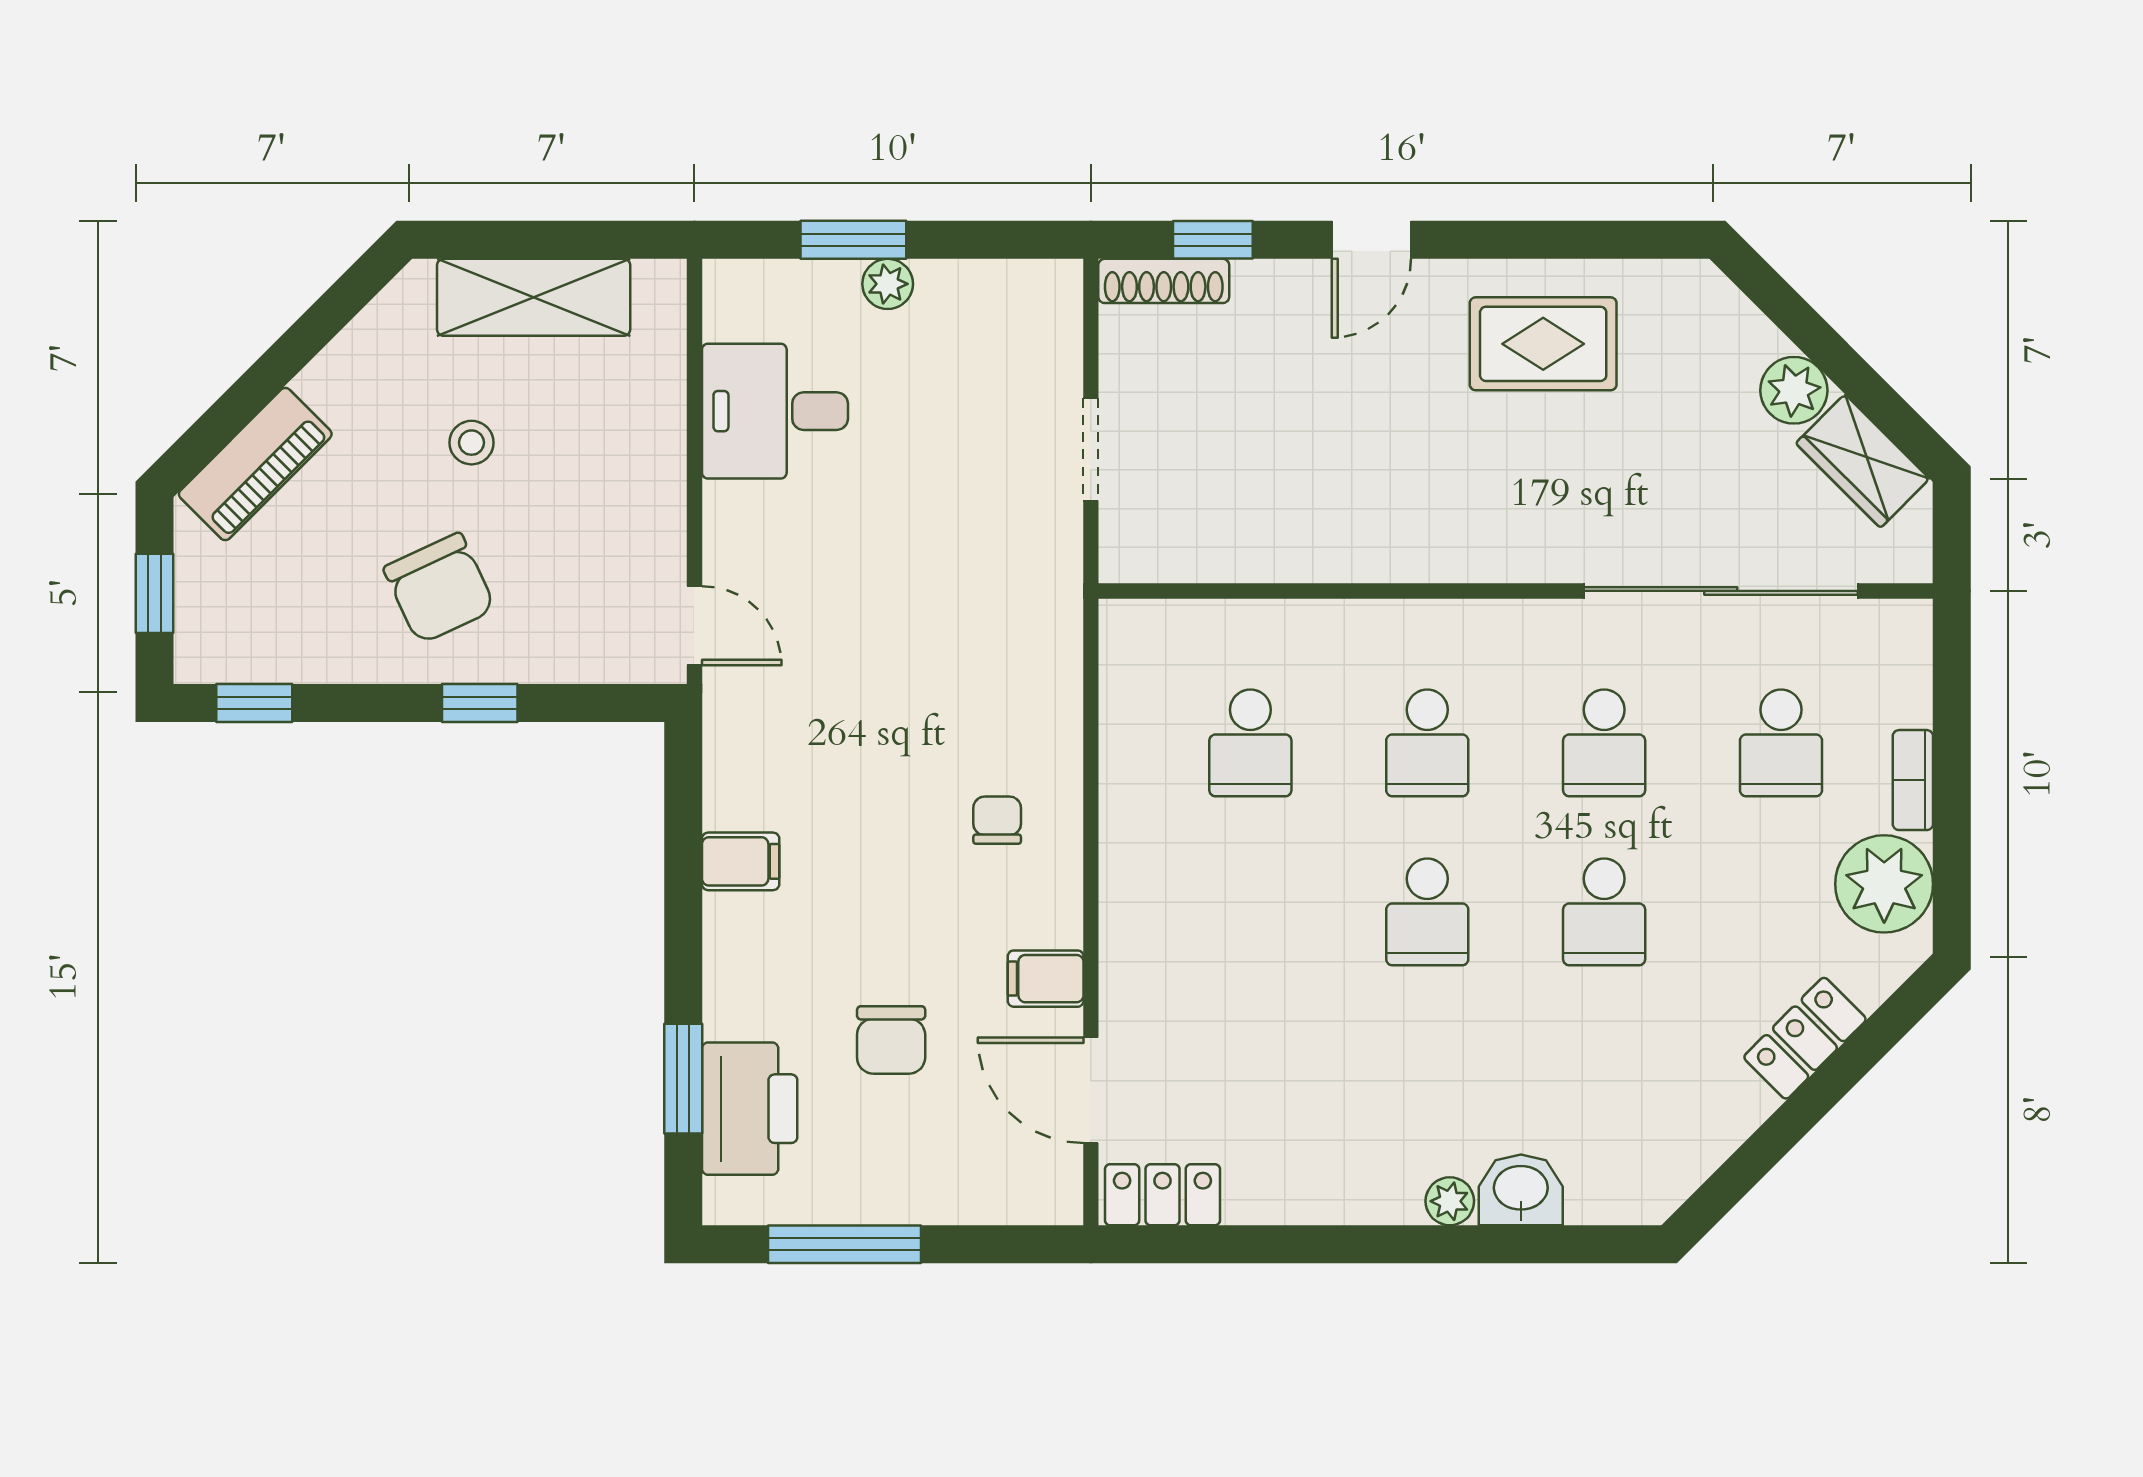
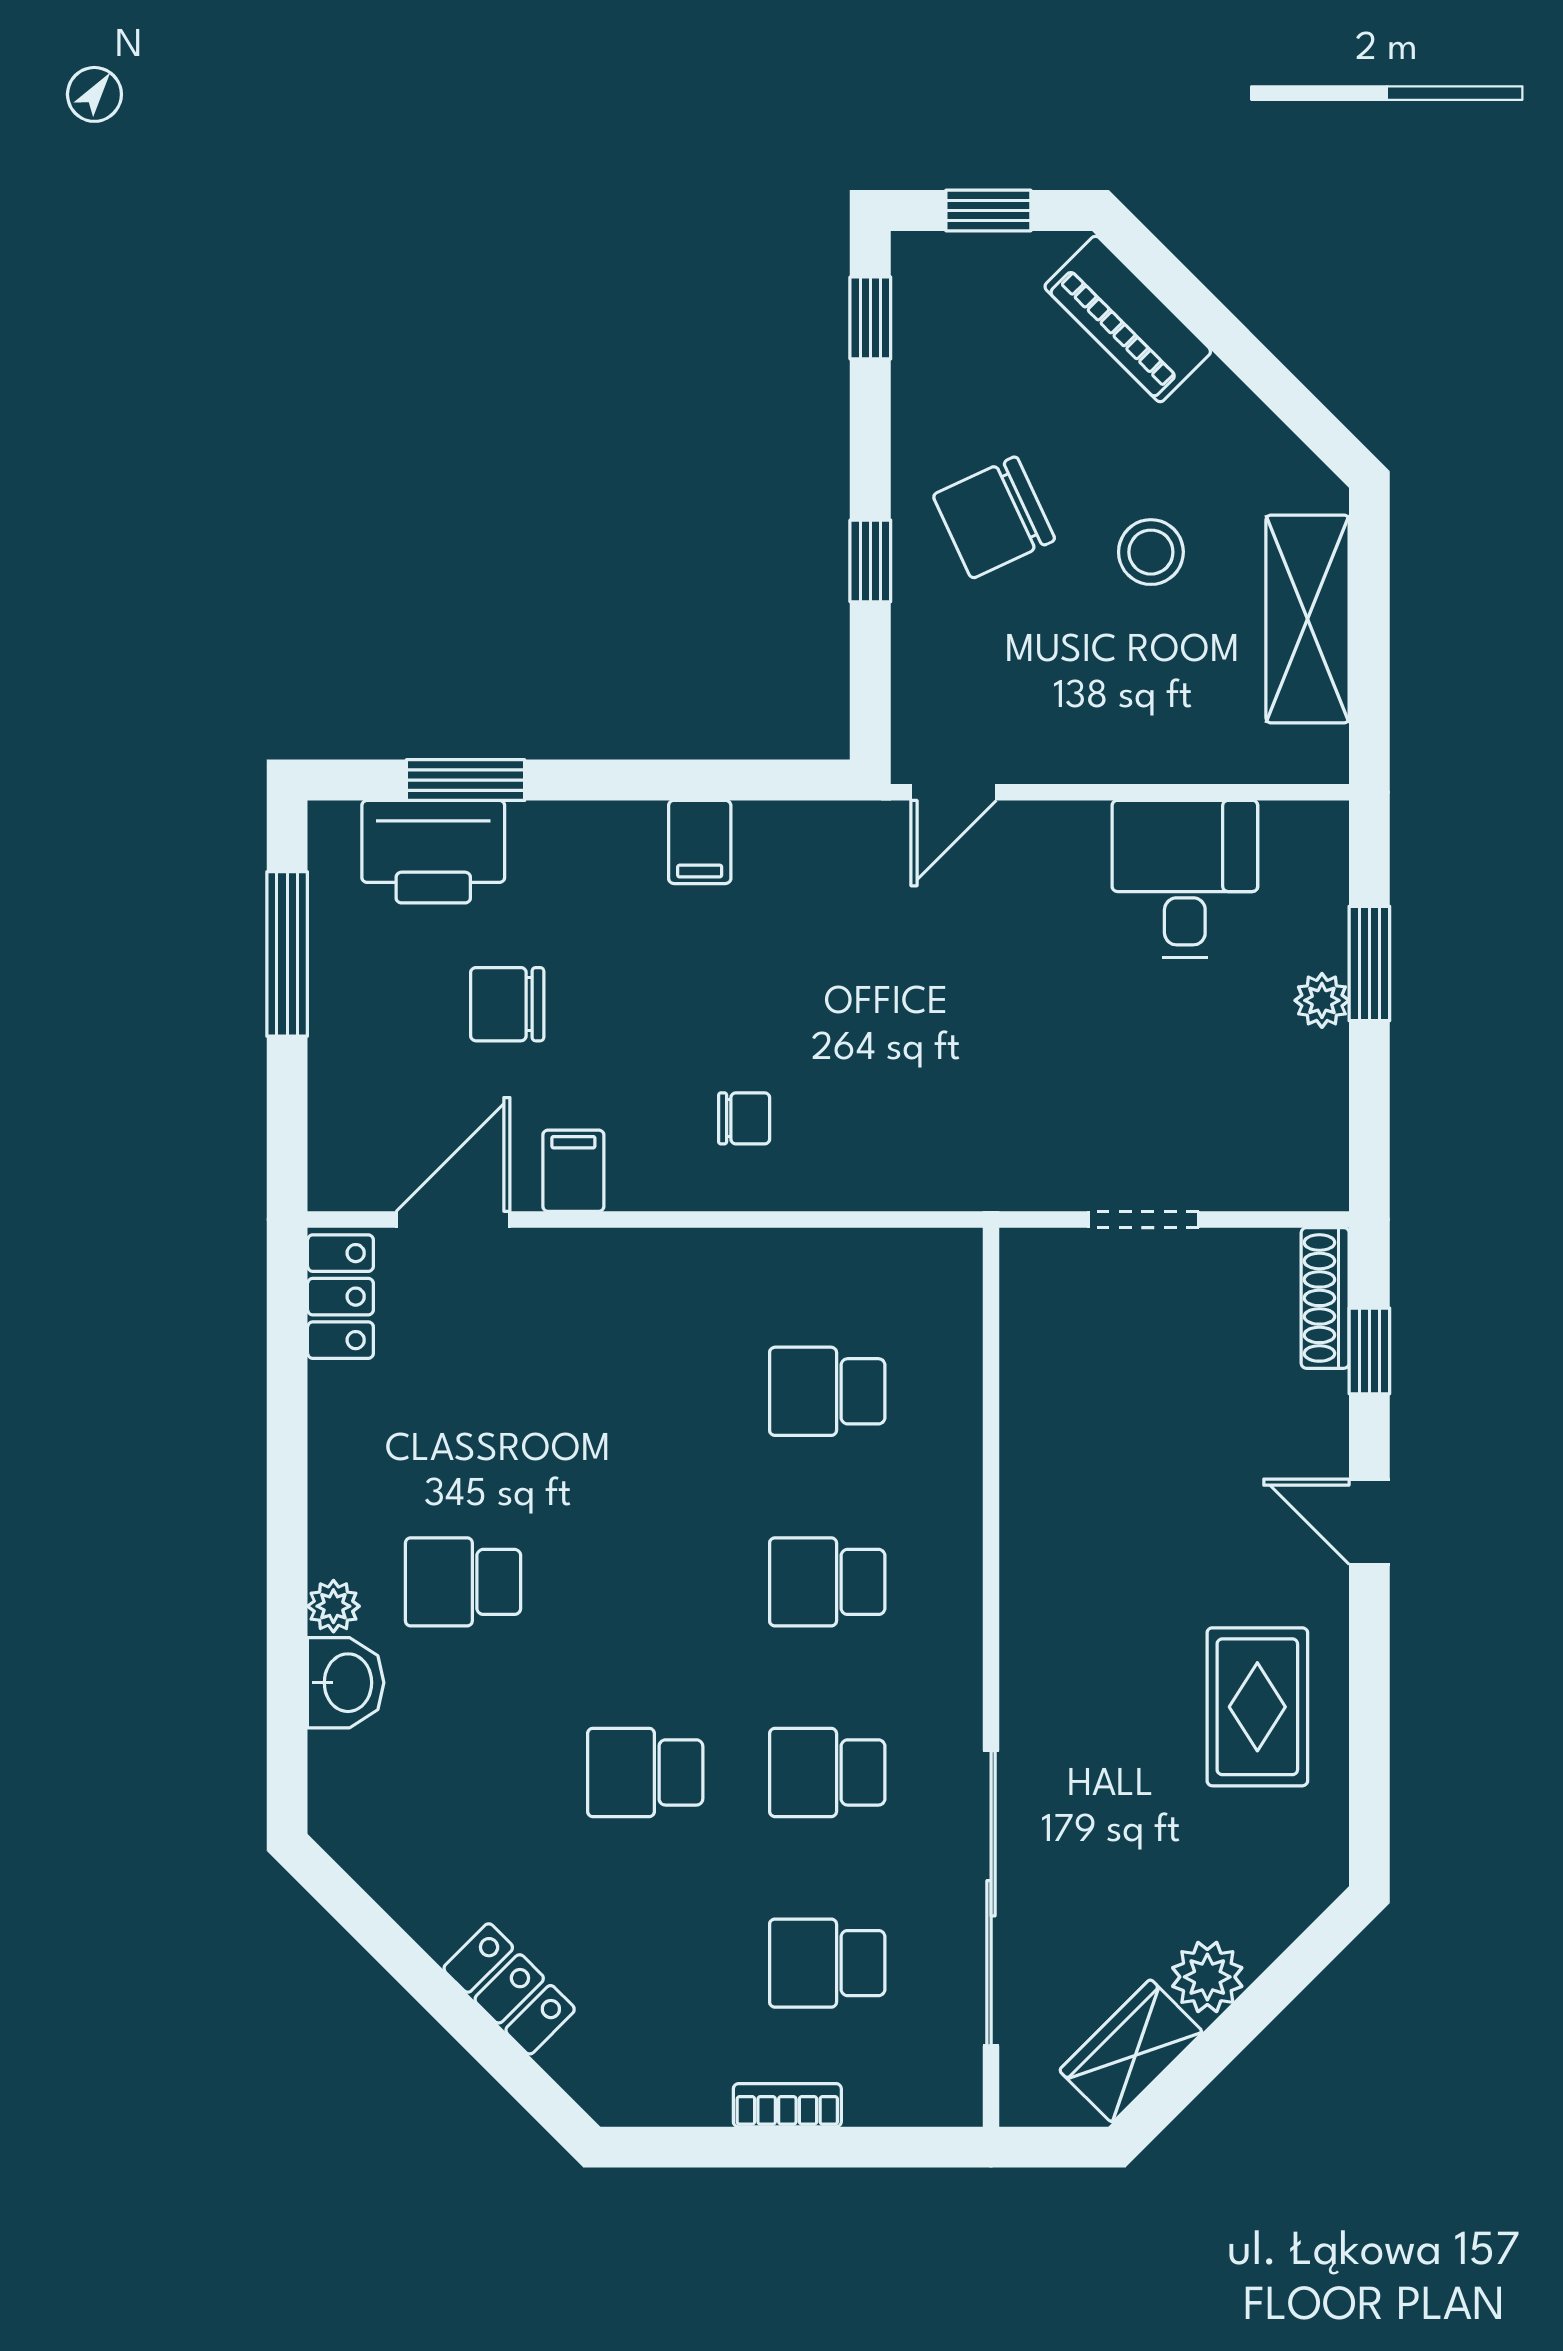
stool: (472, 443) -> (1151, 552), width x1.37, depth x1.37
plant: (1884, 884) -> (675, 2074), removed
school desk: (1427, 912) -> (463, 1582), moved

